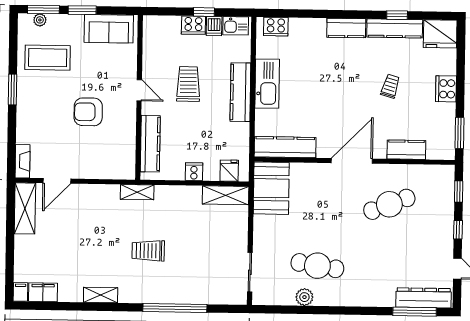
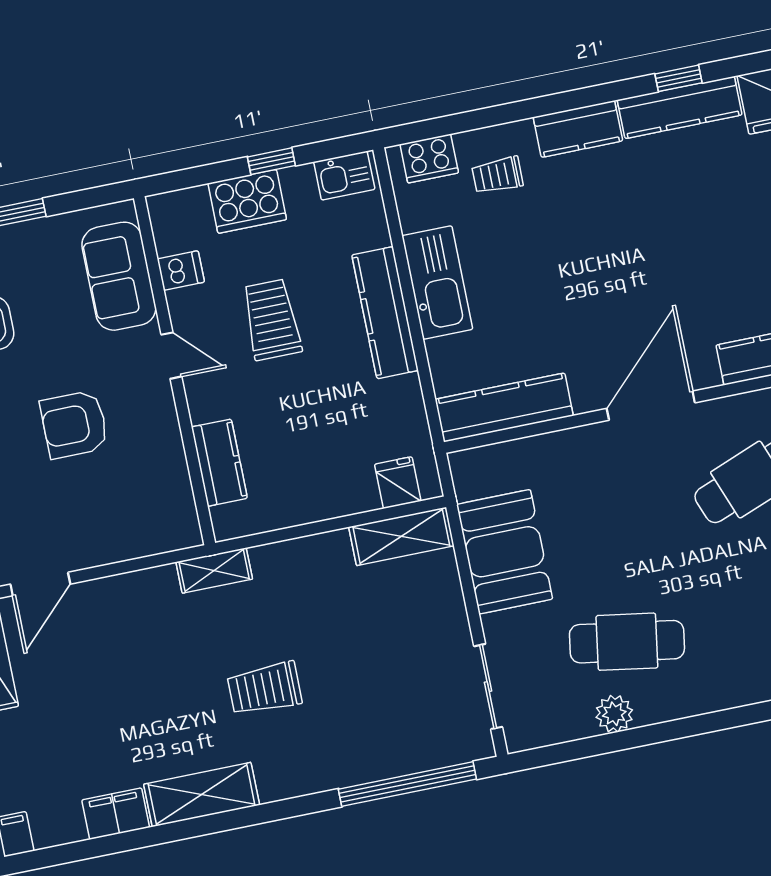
cooker: (193, 25) -> (247, 201), width x1.37, depth x1.31
dishwasher: (214, 26) -> (181, 271), moved, turned -90
sofa: (109, 29) -> (119, 276), moved, turned 90
trolley: (390, 86) -> (497, 175), moved, turned -106
kitchen counter: (150, 144) -> (219, 463), width x0.67
cooker: (194, 172) -> (324, 501), removed
booth: (271, 188) -> (505, 552), moved
filing cabinet: (43, 292) -> (116, 814), moved
shelving: (101, 295) -> (202, 795), width x1.50, depth x1.33
window: (175, 308) -> (407, 784), moved

